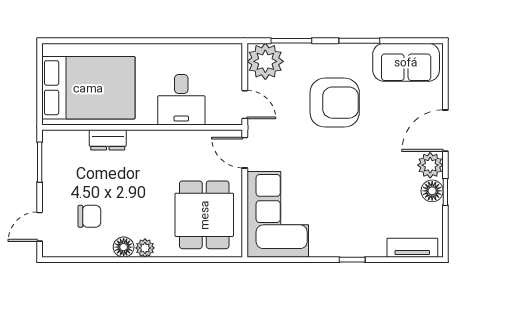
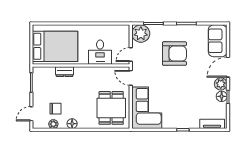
sofa: (406, 62) -> (218, 41), moved, turned 90
door: (245, 105) -> (131, 55), swing flipped
plant: (145, 248) -> (53, 124), moved

